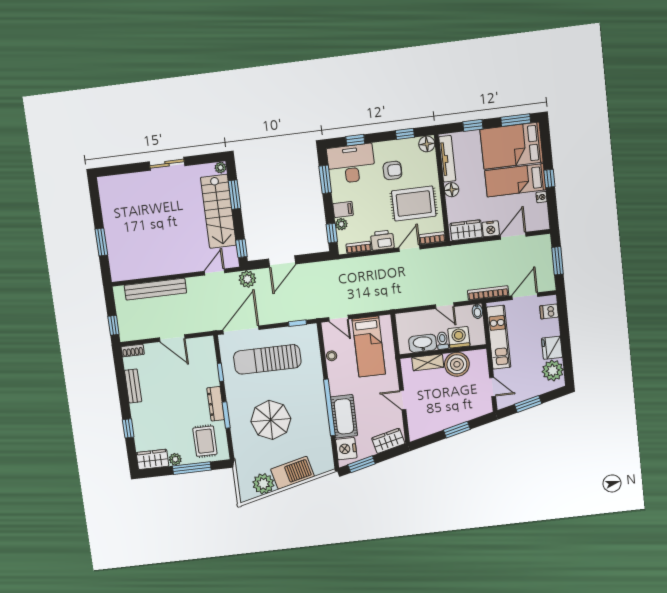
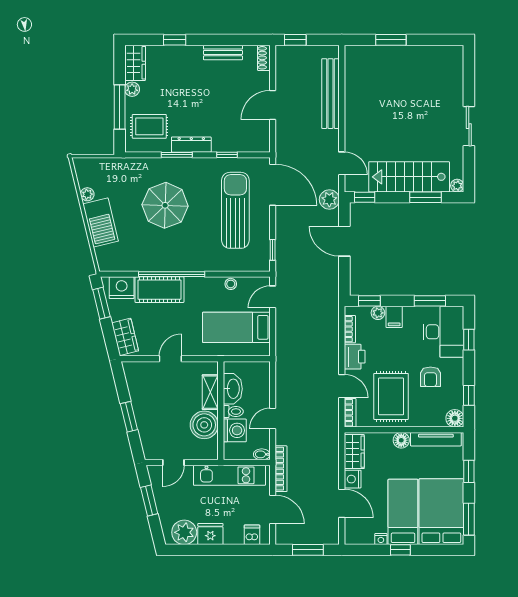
plant: (263, 484) -> (87, 194), width x0.53, depth x0.53

